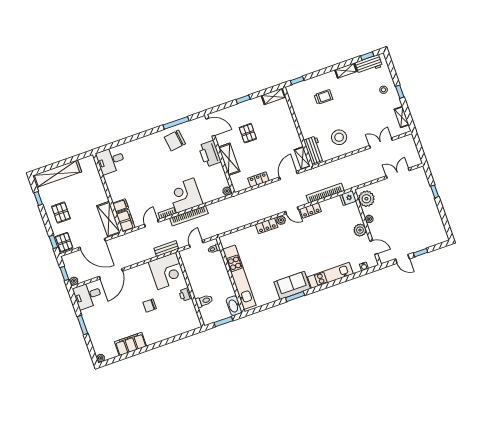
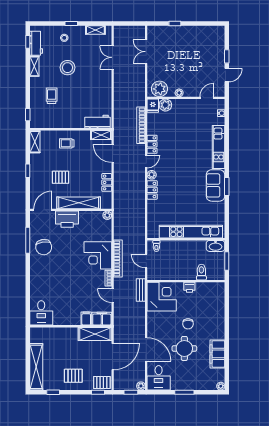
trolley: (283, 128) -> (67, 143), added
stool: (339, 137) -> (67, 68), moved
shelving: (229, 159) -> (79, 203), width x1.47
plant: (360, 230) -> (165, 105), moved
round table: (125, 310) -> (184, 348), added

